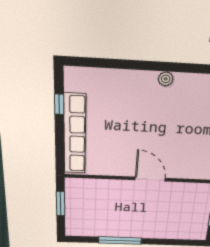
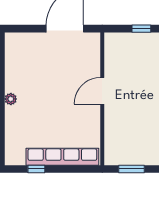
plant: (166, 79) -> (11, 99), moved

